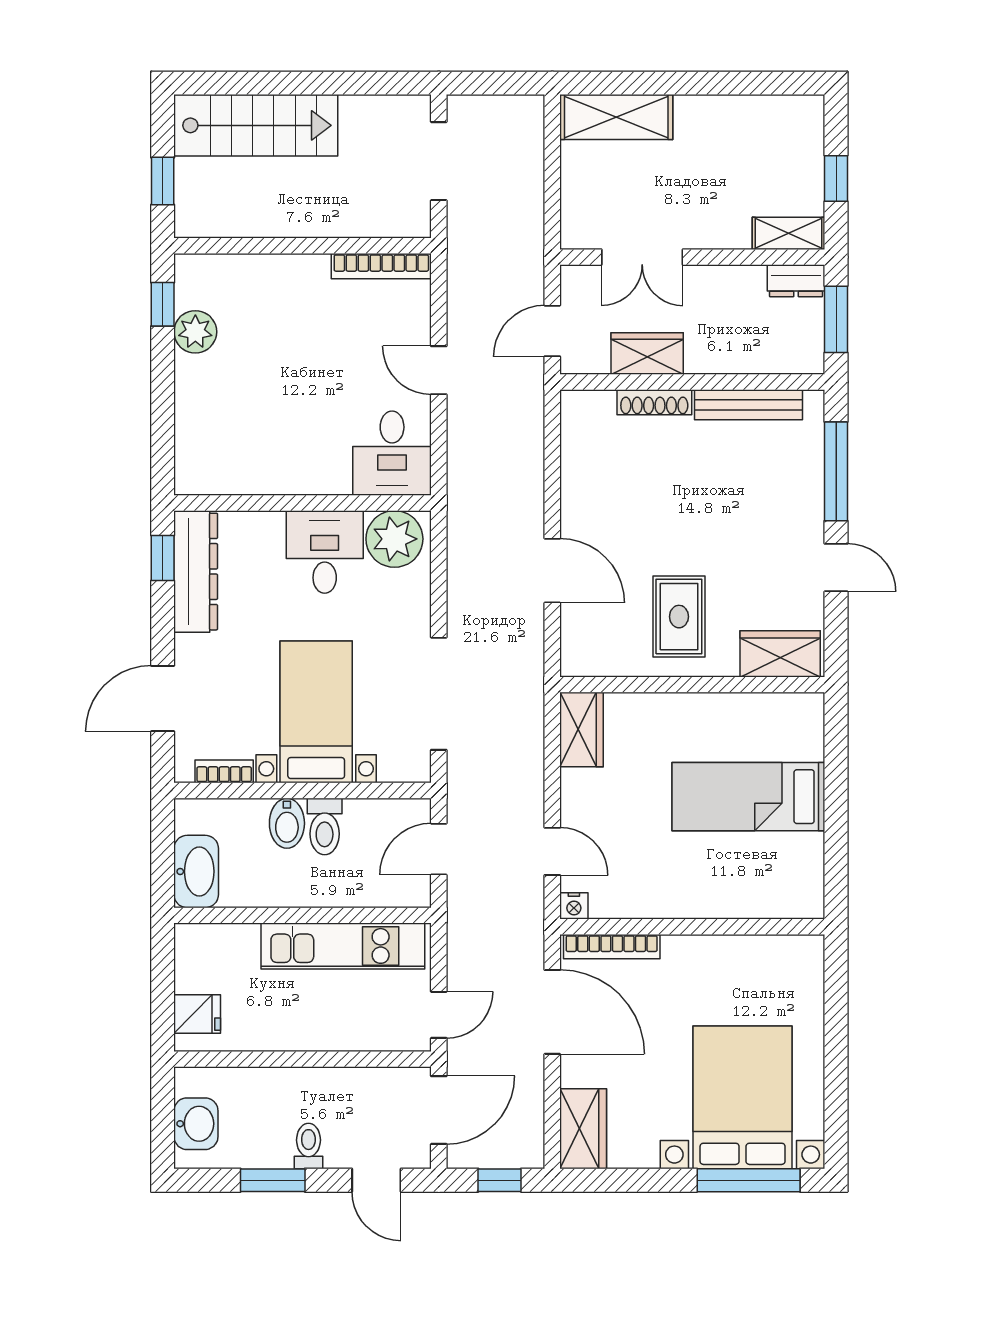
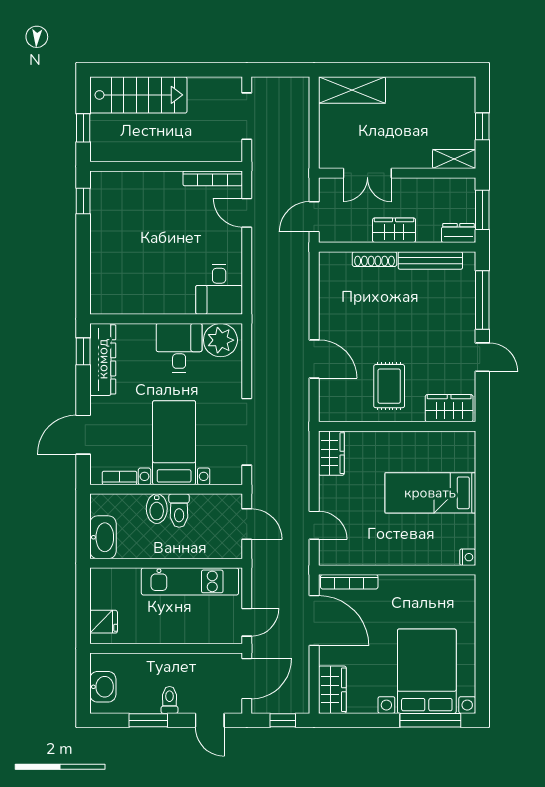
dresser: (796, 281) -> (459, 233), moved, turned 180
plant: (195, 332) -> (102, 217), removed
wardrobe: (647, 354) -> (394, 230), moved
door: (439, 370) -> (247, 213), moved
door: (439, 849) -> (247, 524), swing flipped
nightstand: (574, 906) -> (468, 557), moved, turned -90

